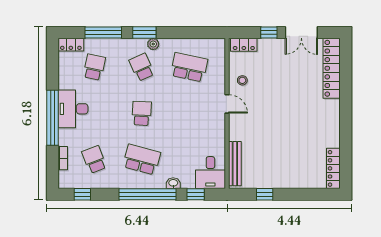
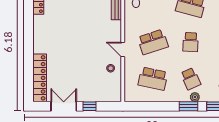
plant: (153, 44) -> (195, 97), moved
locker: (244, 45) -> (109, 97), removed
school desk: (189, 113) -> (153, 42), added

